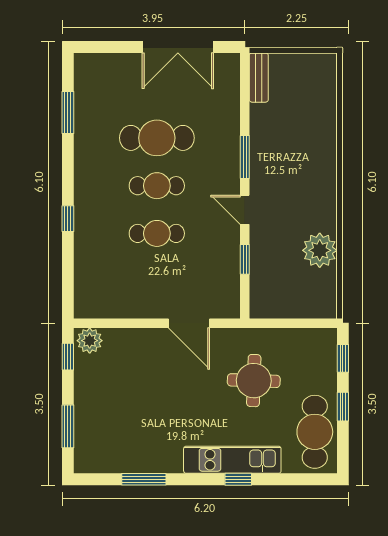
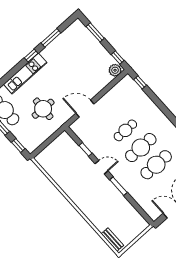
bench: (259, 78) -> (112, 240), moved
cafe table: (157, 186) -> (141, 148), width x1.37, depth x1.35
window: (68, 219) -> (140, 82), moved
plant: (320, 250) -> (61, 177), removed
window: (238, 479) -> (31, 56), moved

